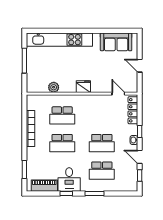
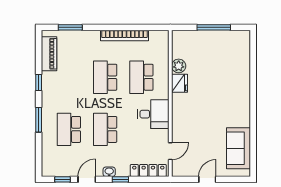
kitchen unit: (59, 40) -> (241, 73), removed
fridge: (83, 87) -> (180, 83), moved
desk: (69, 180) -> (153, 114), moved, turned 180

